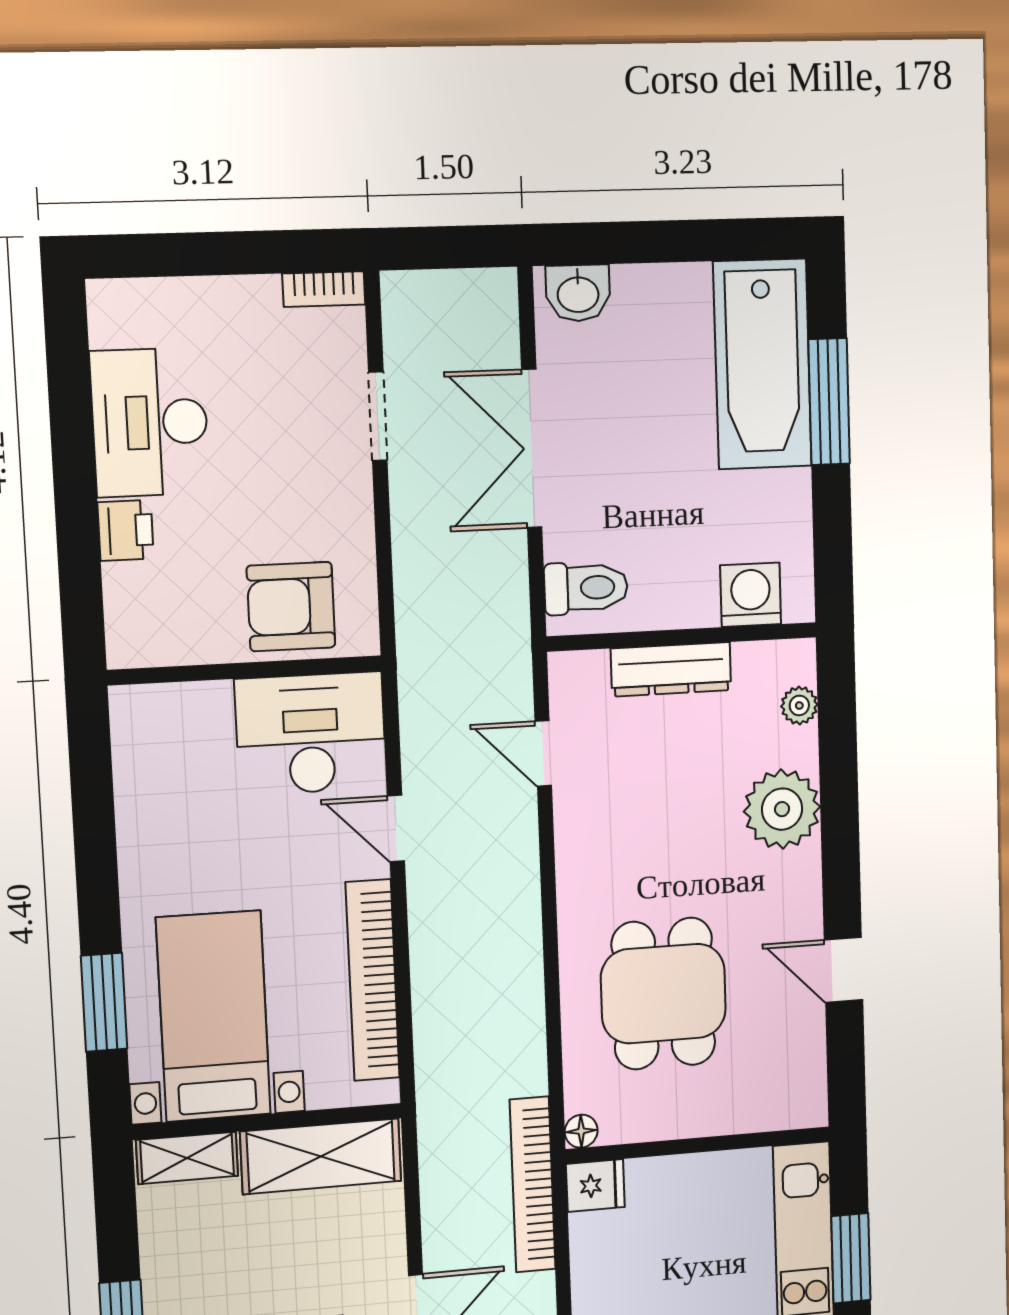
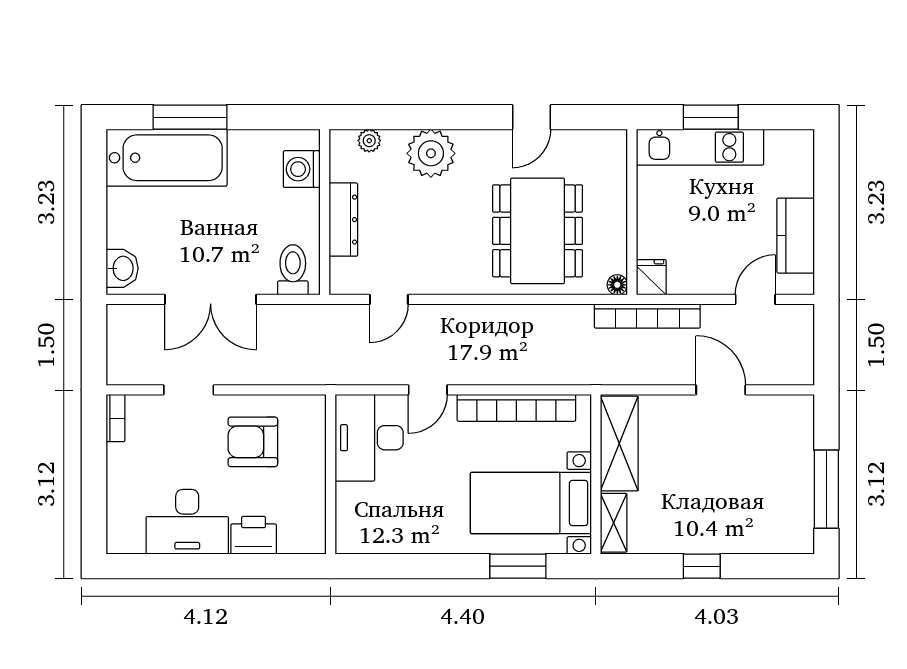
printer: (126, 530) -> (254, 535), width x1.36, depth x1.24
armchair: (291, 607) -> (253, 442), moved, turned 90
dining table: (663, 994) -> (538, 231), width x1.38

